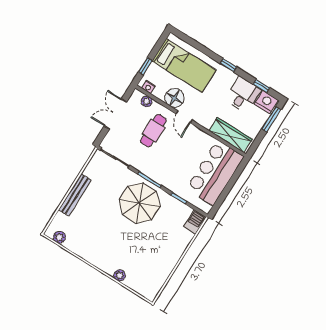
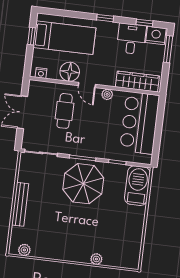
window: (145, 66) -> (31, 36), moved
plant: (147, 101) -> (107, 94), moved
barbecue: (195, 222) -> (137, 186), width x1.88, depth x1.53

